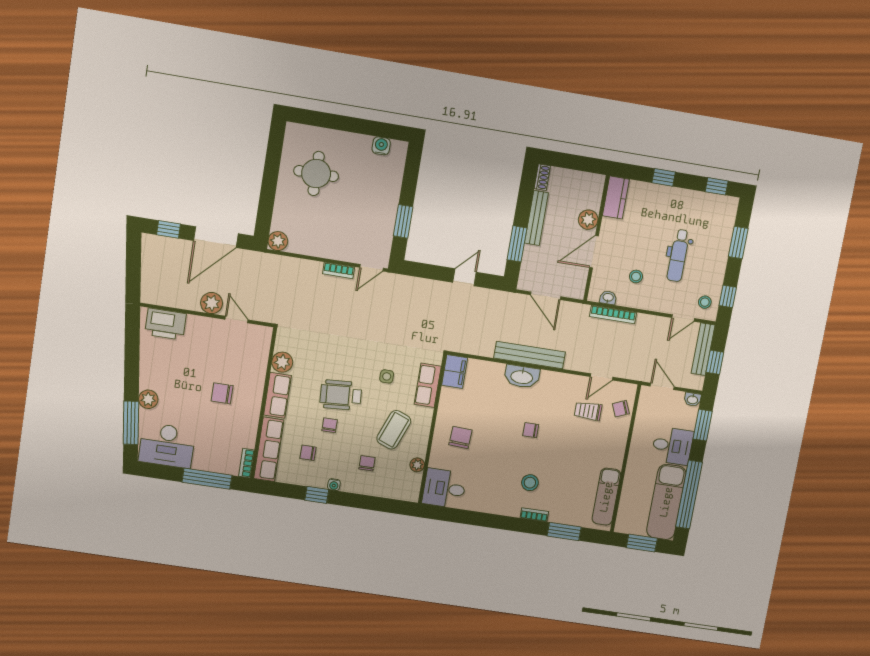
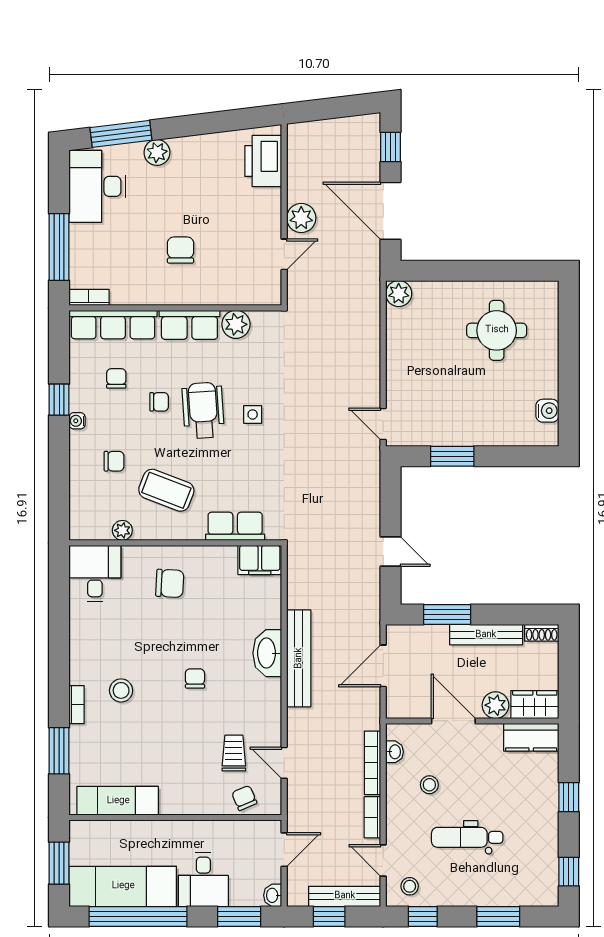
wardrobe: (593, 191) -> (535, 705), added
bookcase: (339, 270) -> (372, 817), moved
side table: (387, 376) -> (253, 414), moved

